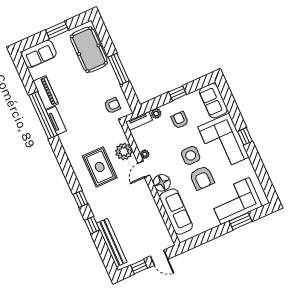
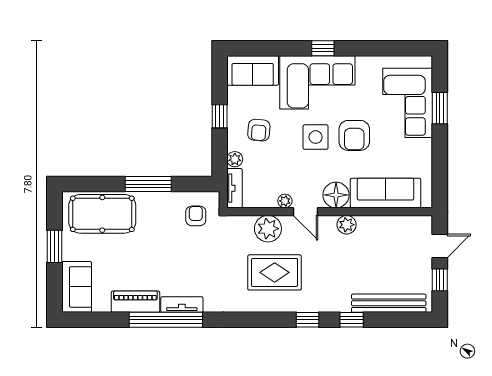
armchair: (180, 120) -> (259, 130), turned -85
armchair: (202, 178) -> (354, 135), turned 90
plant: (147, 197) -> (347, 225), added

